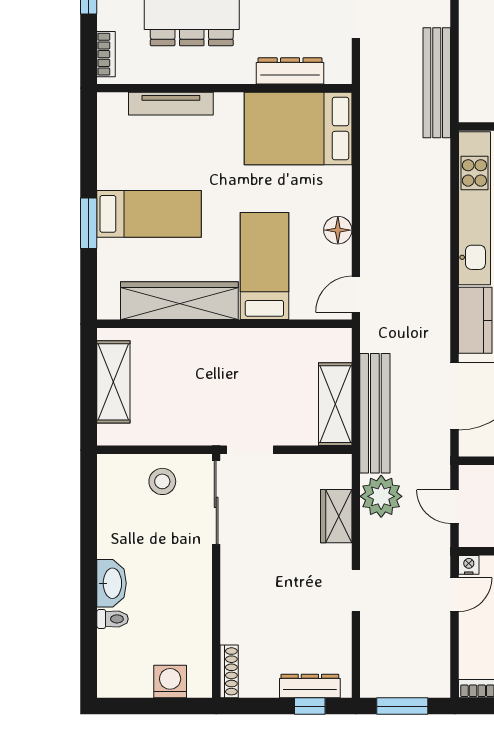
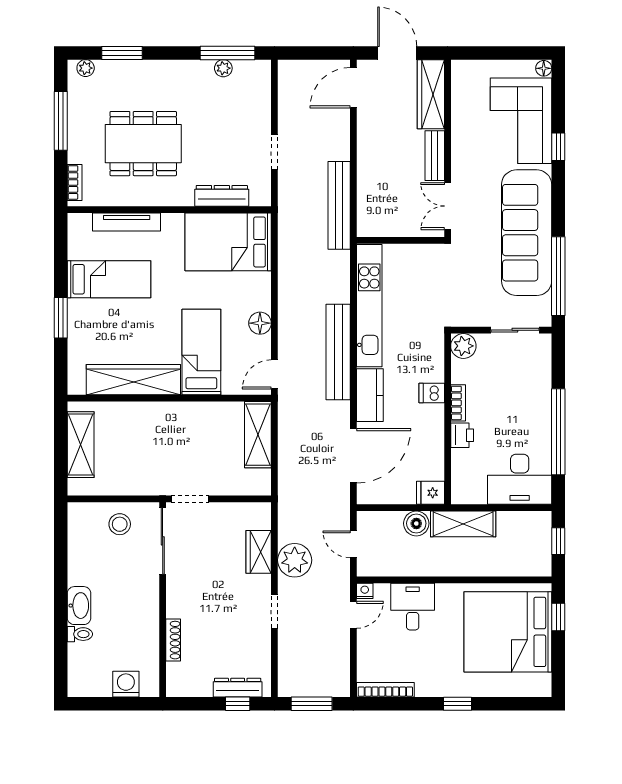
bed: (149, 214) -> (109, 279), moved
shelving: (335, 404) -> (258, 435), moved
bench: (375, 413) -> (338, 352), moved
plant: (381, 496) -> (295, 560), moved
shoe rack: (229, 671) -> (173, 640), moved

